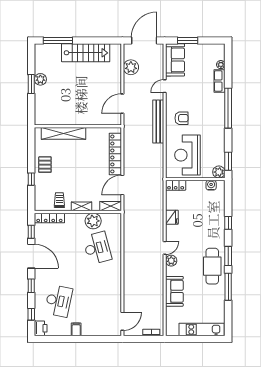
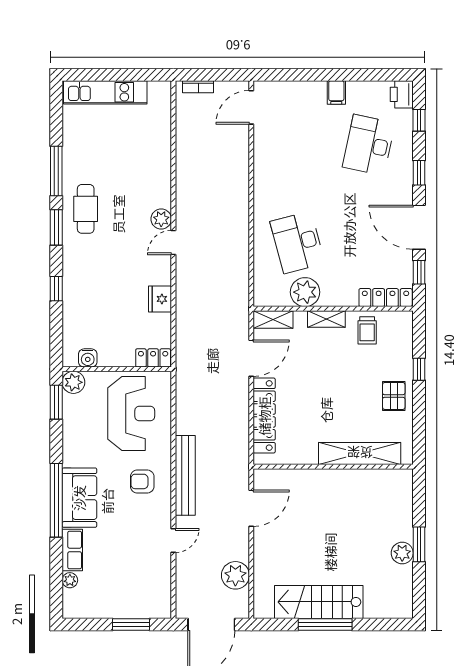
window: (58, 41) -> (325, 624), moved
sofa: (175, 60) -> (79, 498), moved, turned 180
cafe table: (212, 266) -> (86, 209), width x0.73, depth x0.74
sofa: (174, 291) -> (155, 163), removed

